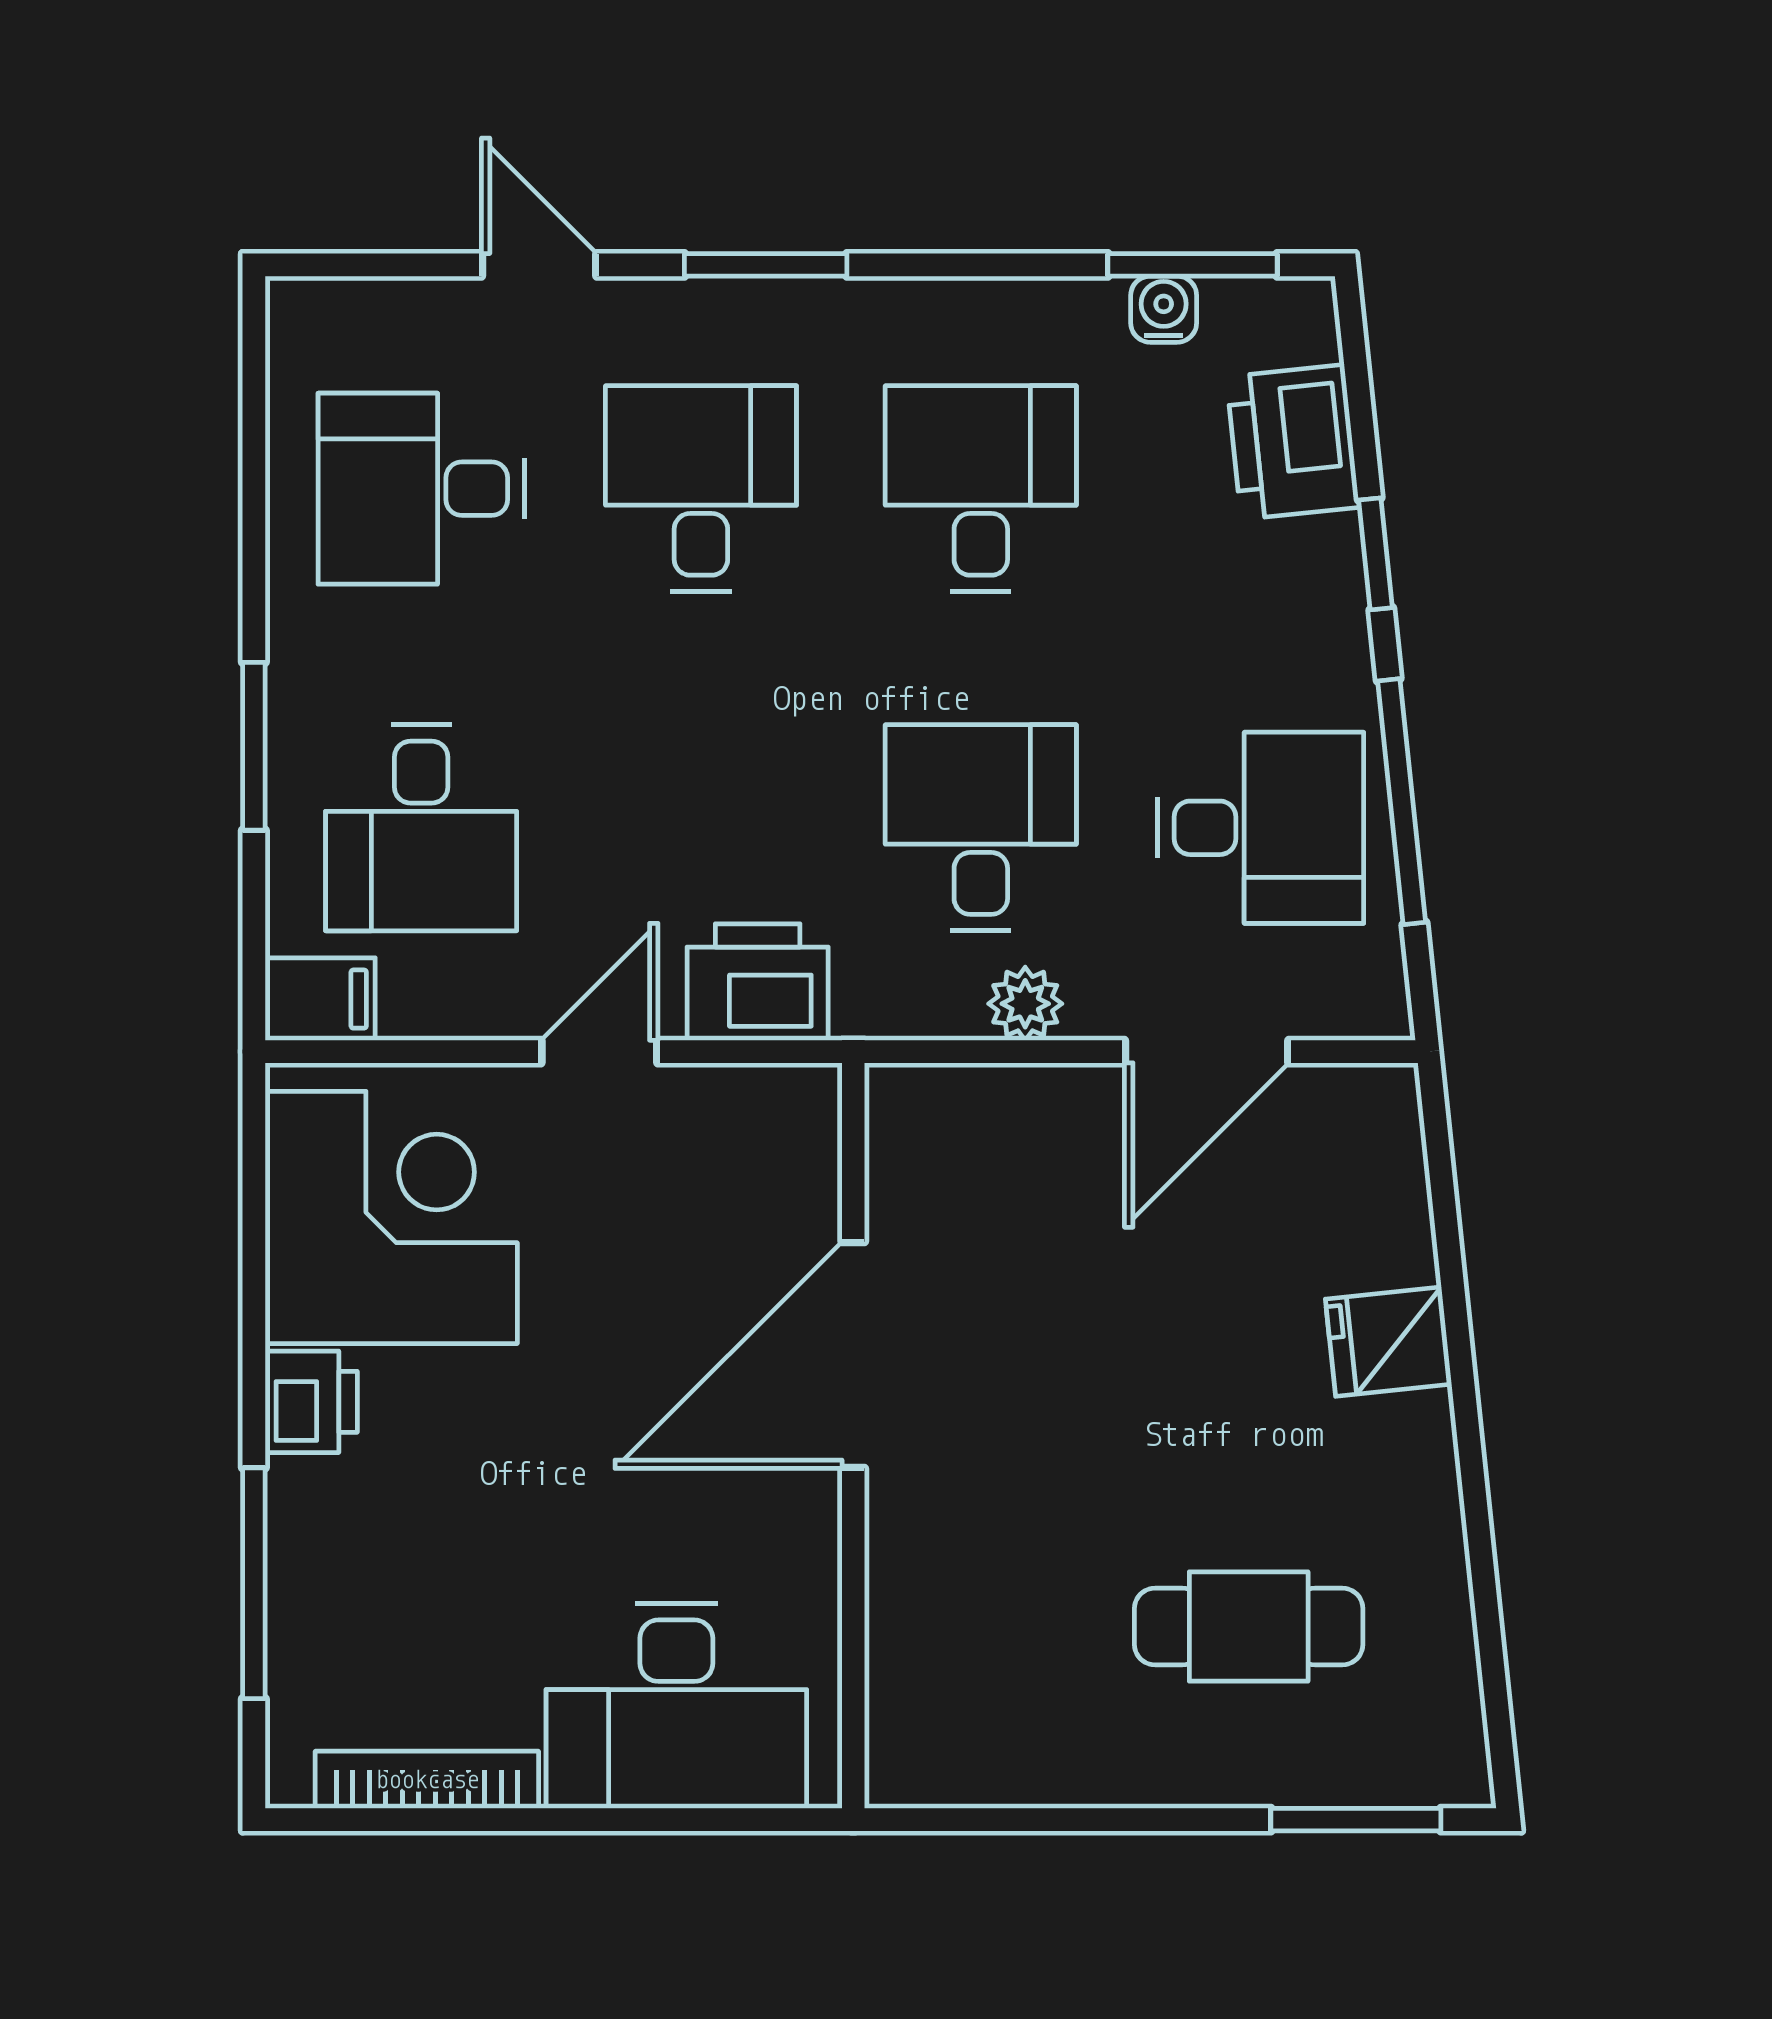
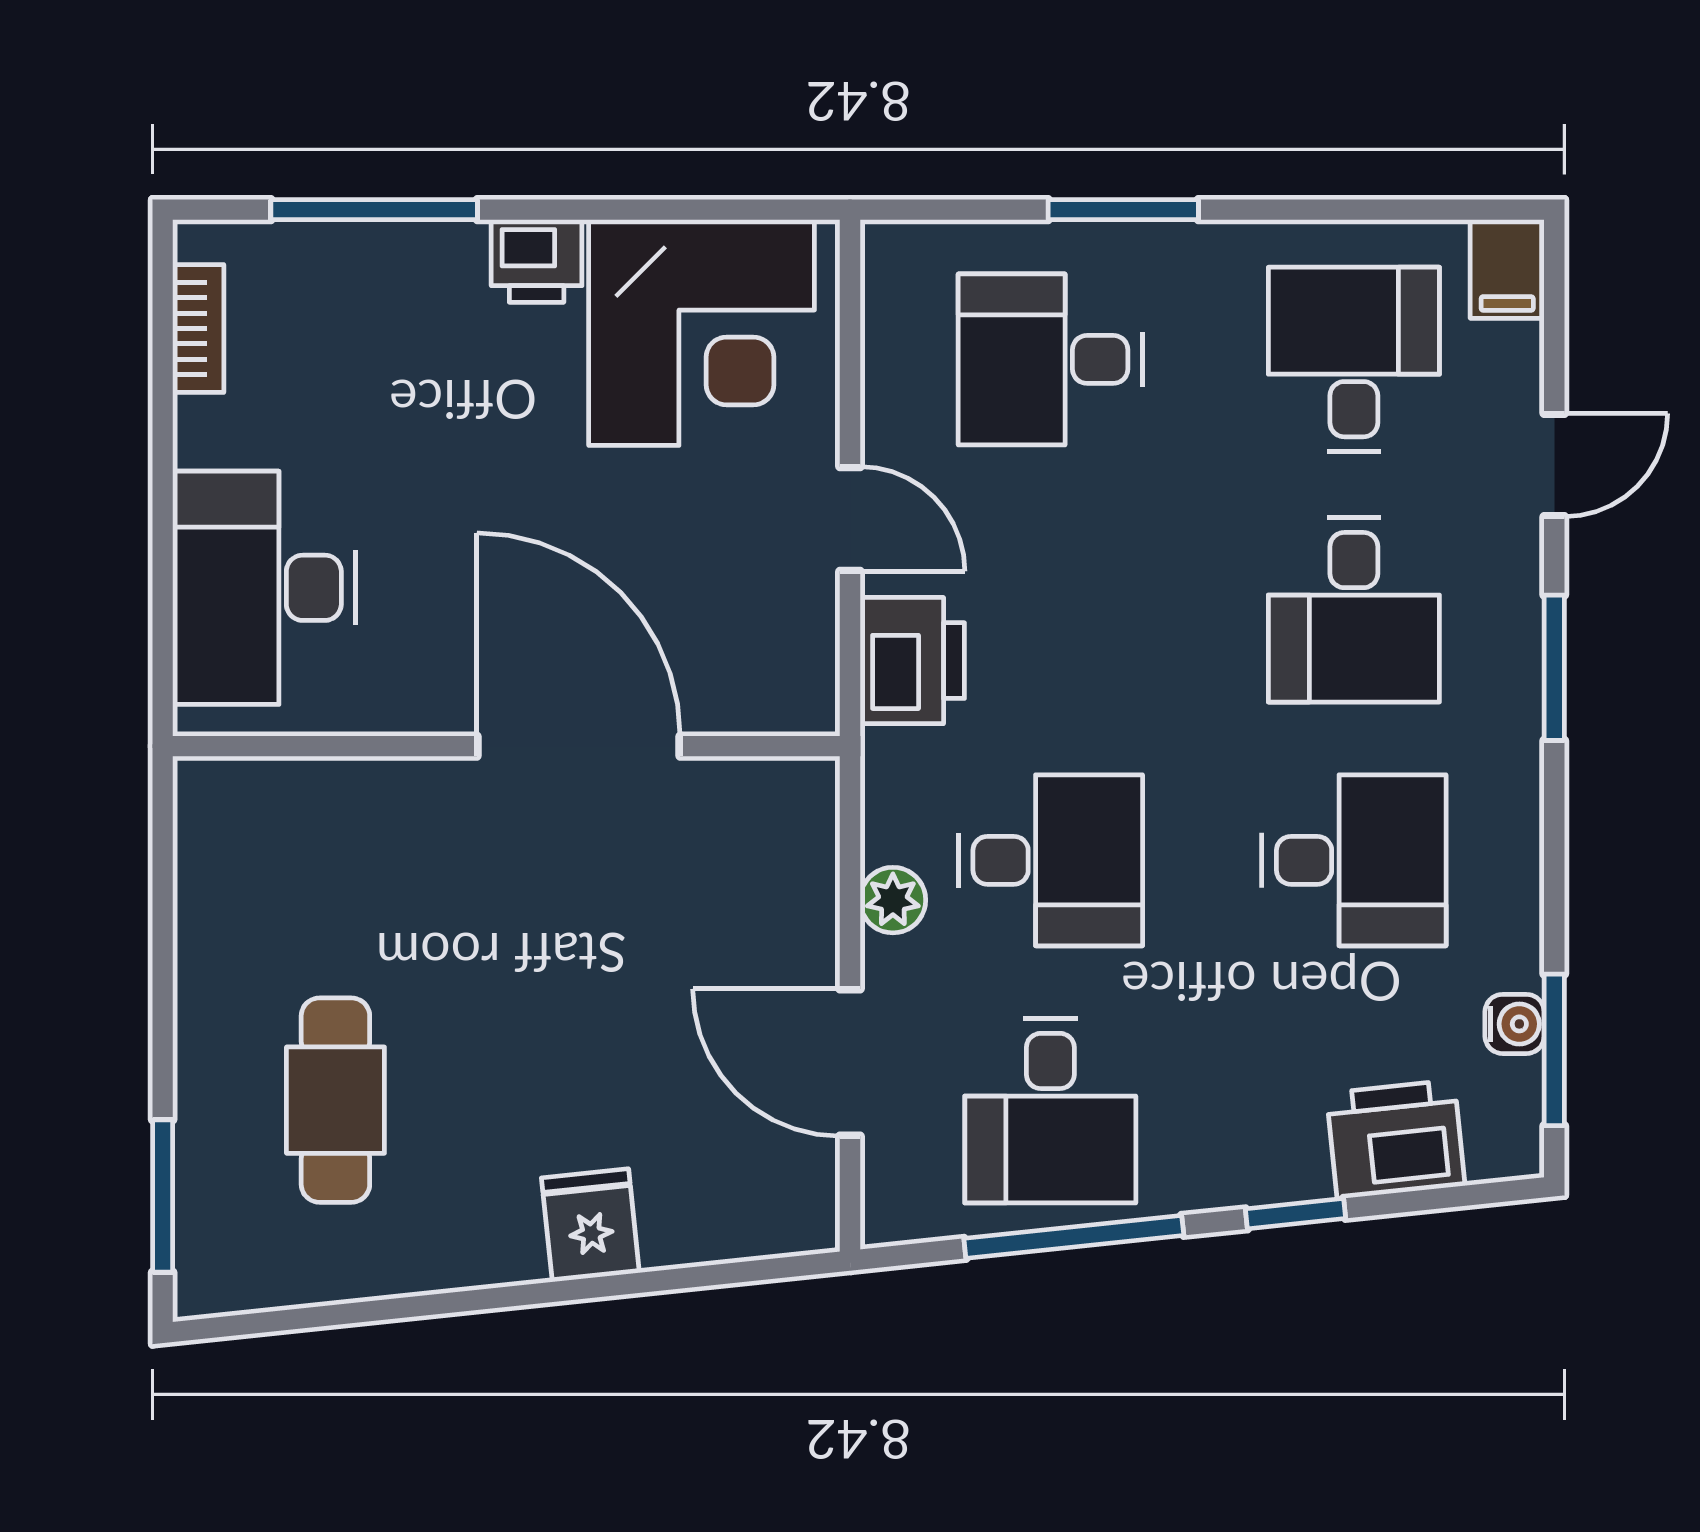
desk: (701, 489) -> (1354, 610), turned 90
filing cabinet: (320, 999) -> (1507, 269), moved
bookcase: (427, 1780) -> (198, 329), width x0.64

